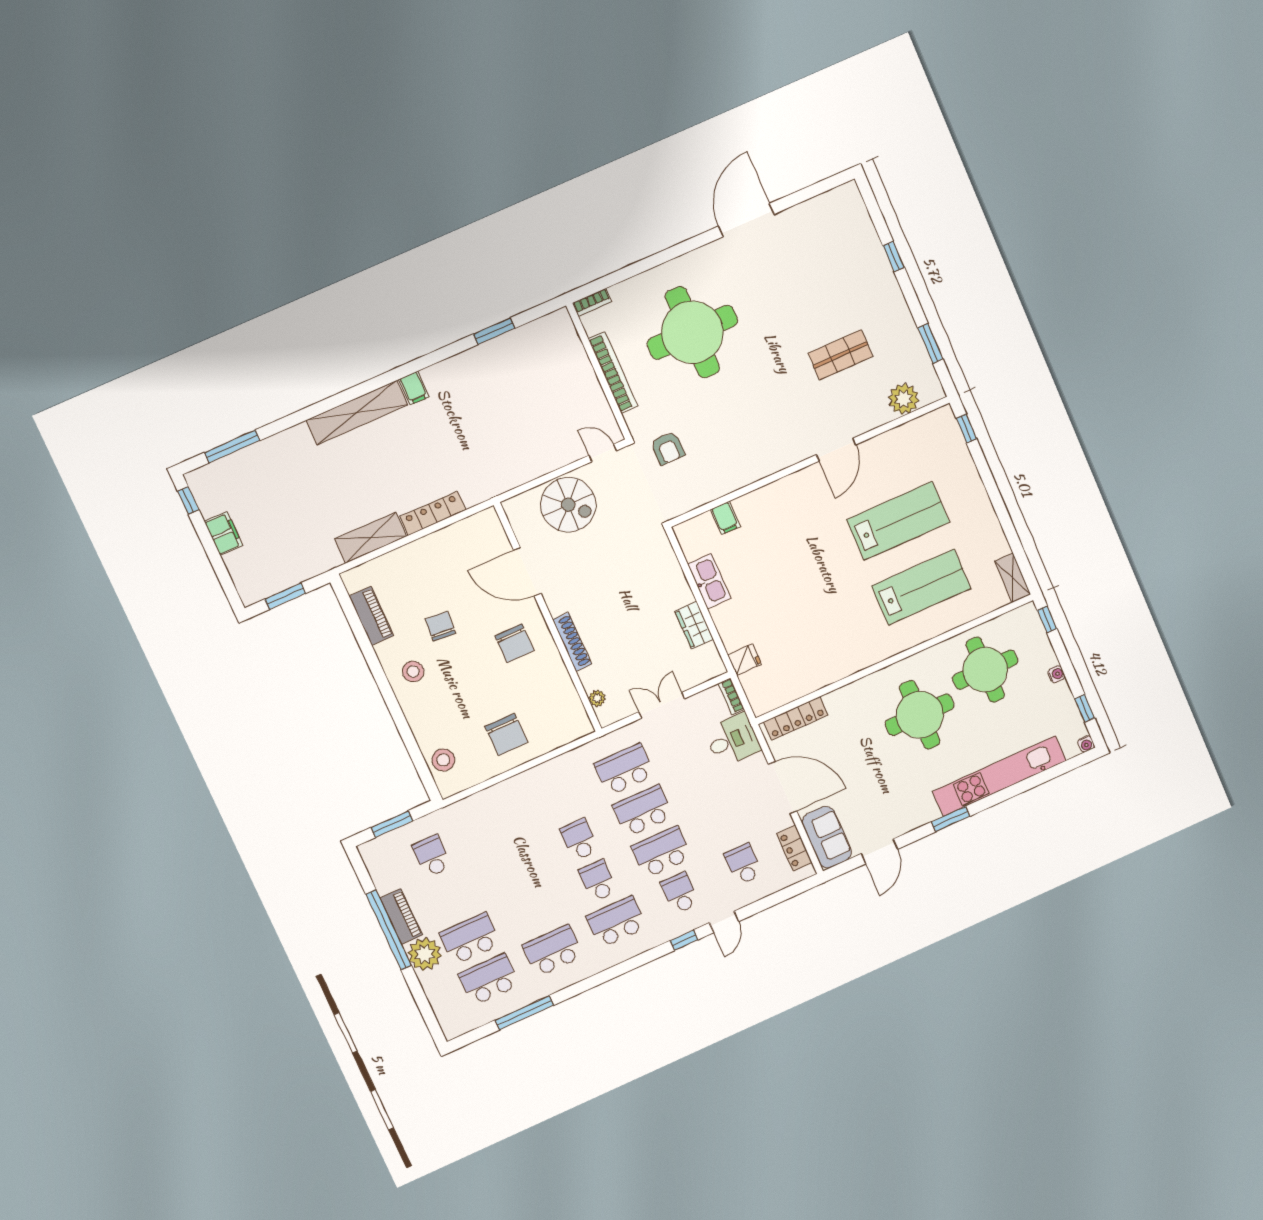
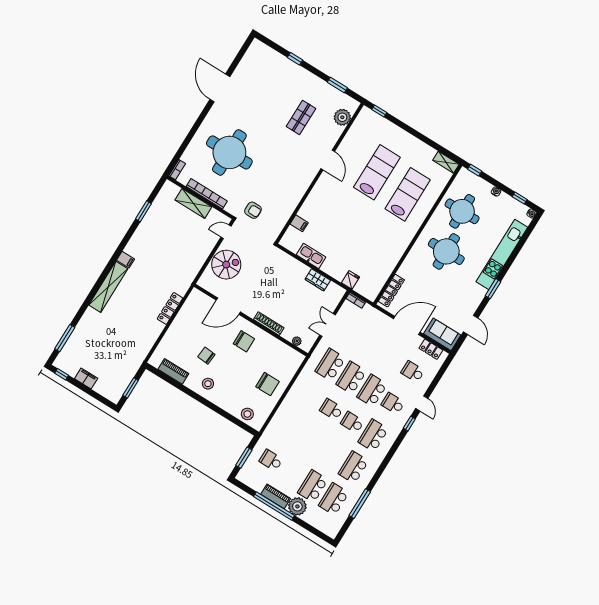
shelving: (371, 538) -> (193, 203), moved, turned 90
desk: (733, 740) -> (370, 319), removed

